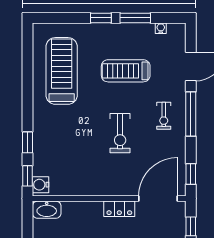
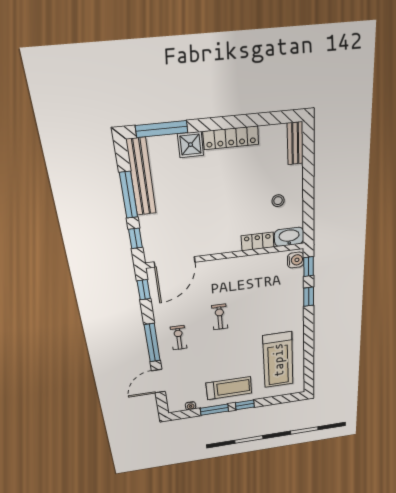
treadmill: (126, 71) -> (229, 388), moved
exercise bike: (120, 133) -> (220, 317), width x0.73, depth x0.72
locker: (119, 209) -> (257, 242), moved

